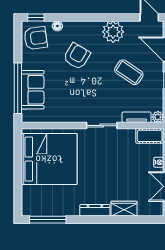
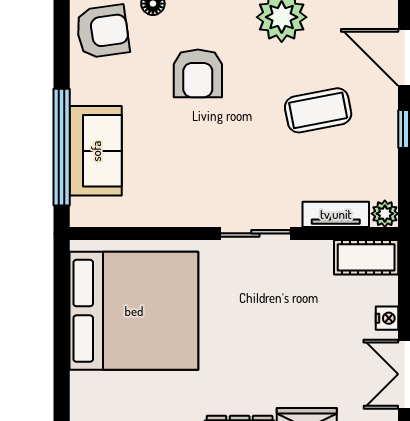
armchair: (77, 56) -> (198, 73), turned 149
coffee table: (129, 72) -> (318, 110), turned -45

